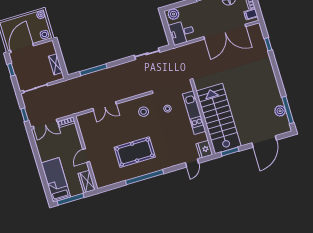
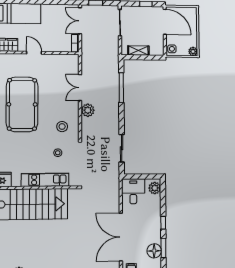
plant: (122, 94) -> (88, 110), added
pool table: (135, 152) -> (22, 104), width x1.36, depth x1.32

